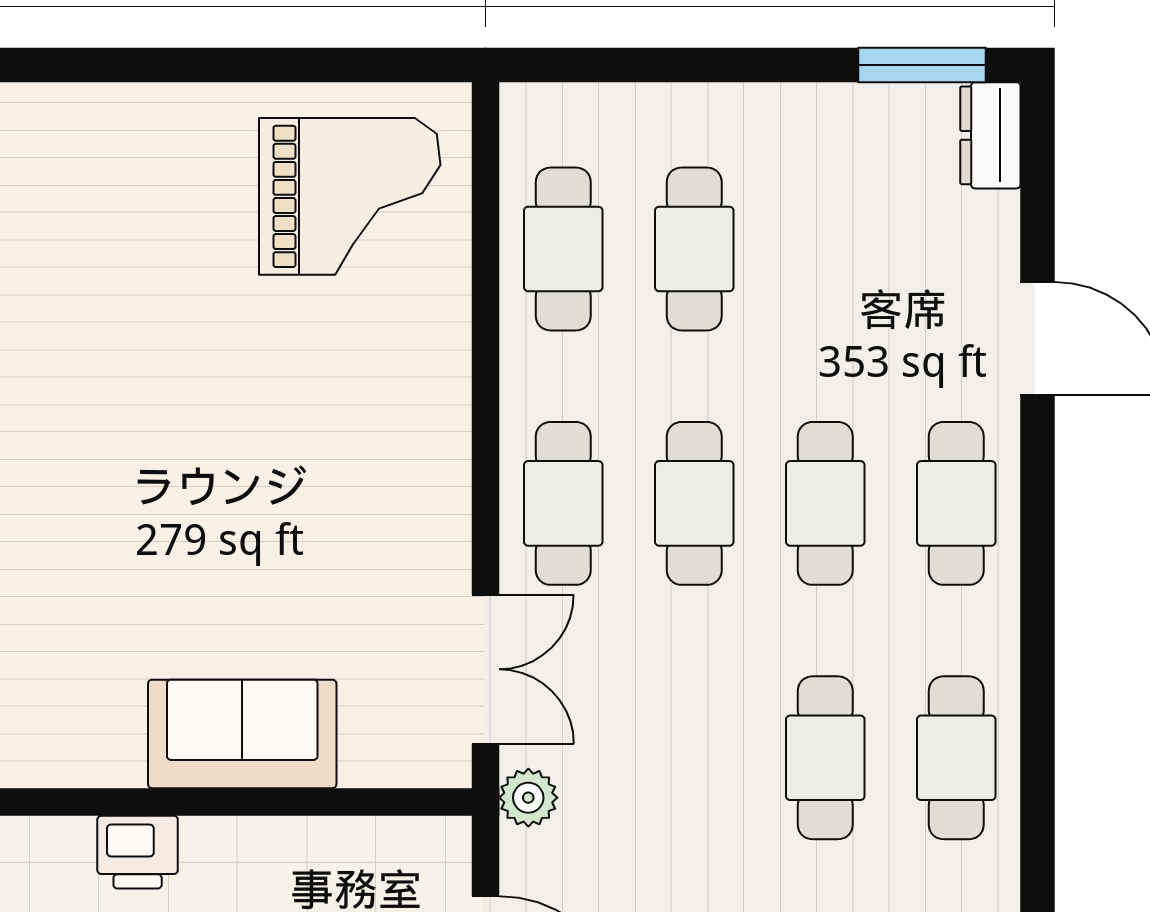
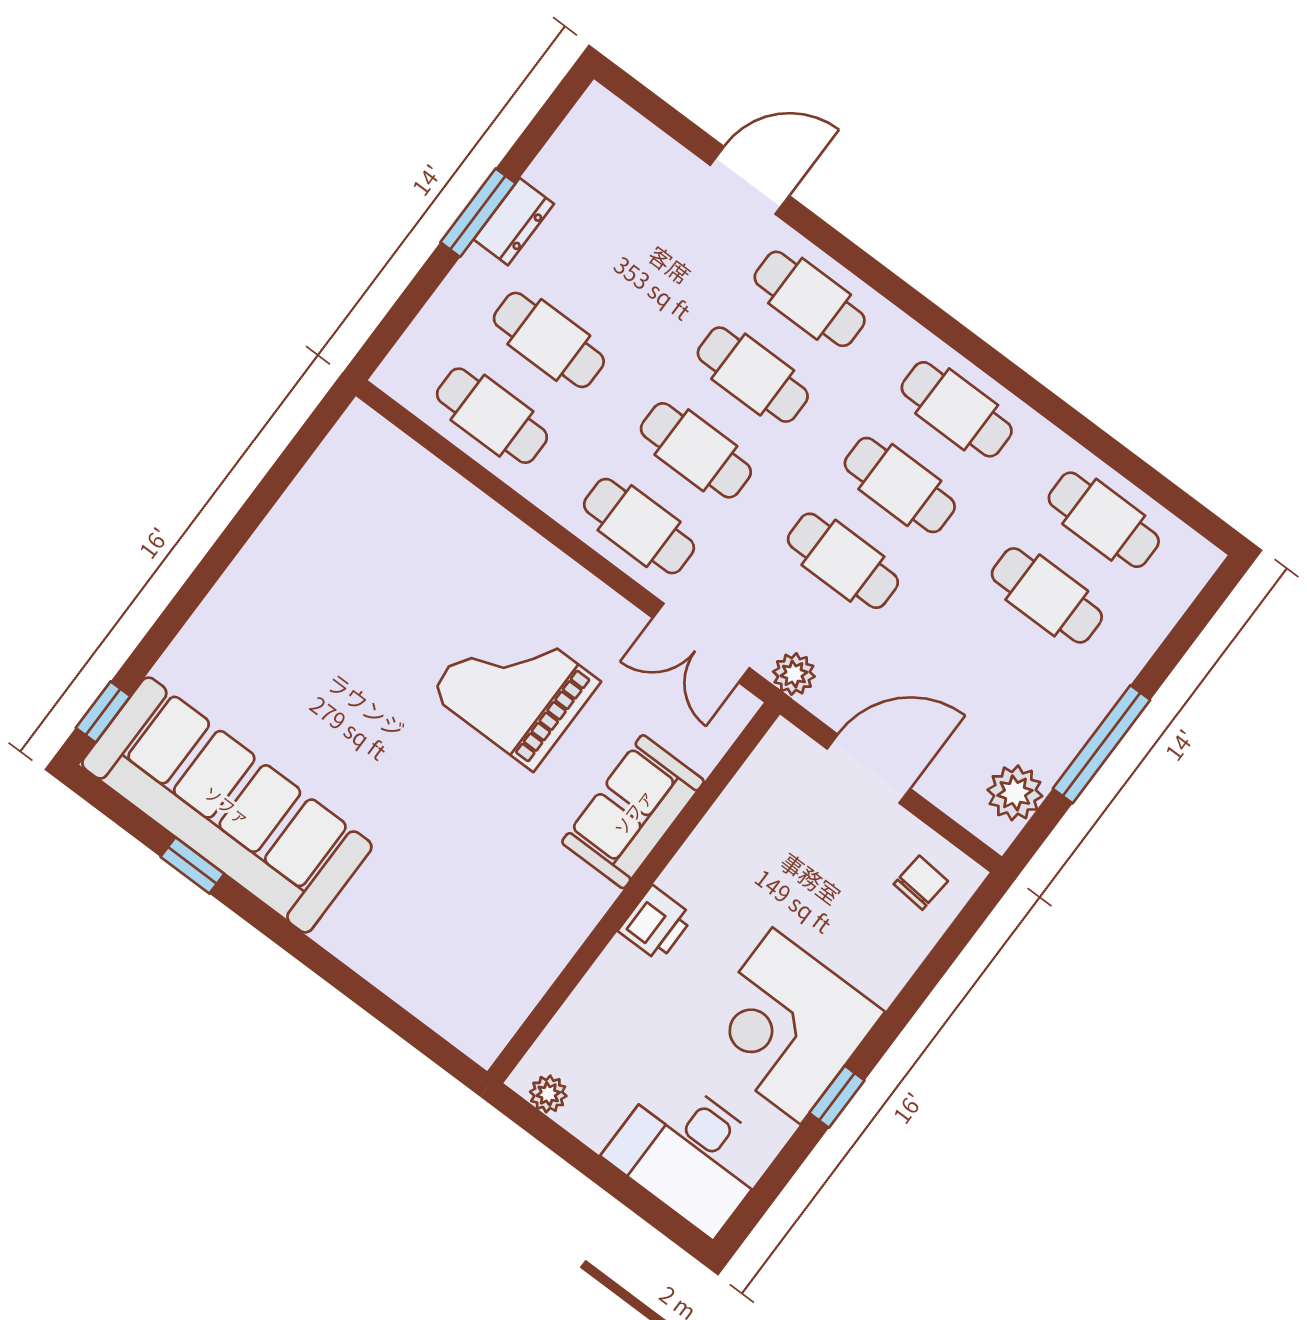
window: (922, 65) -> (478, 213), moved
dresser: (990, 135) -> (514, 222), moved, turned -90
grand piano: (350, 196) -> (515, 688), moved, turned -90
double door: (485, 669) -> (701, 643), swing flipped
cafe table: (694, 758) -> (843, 561), added

